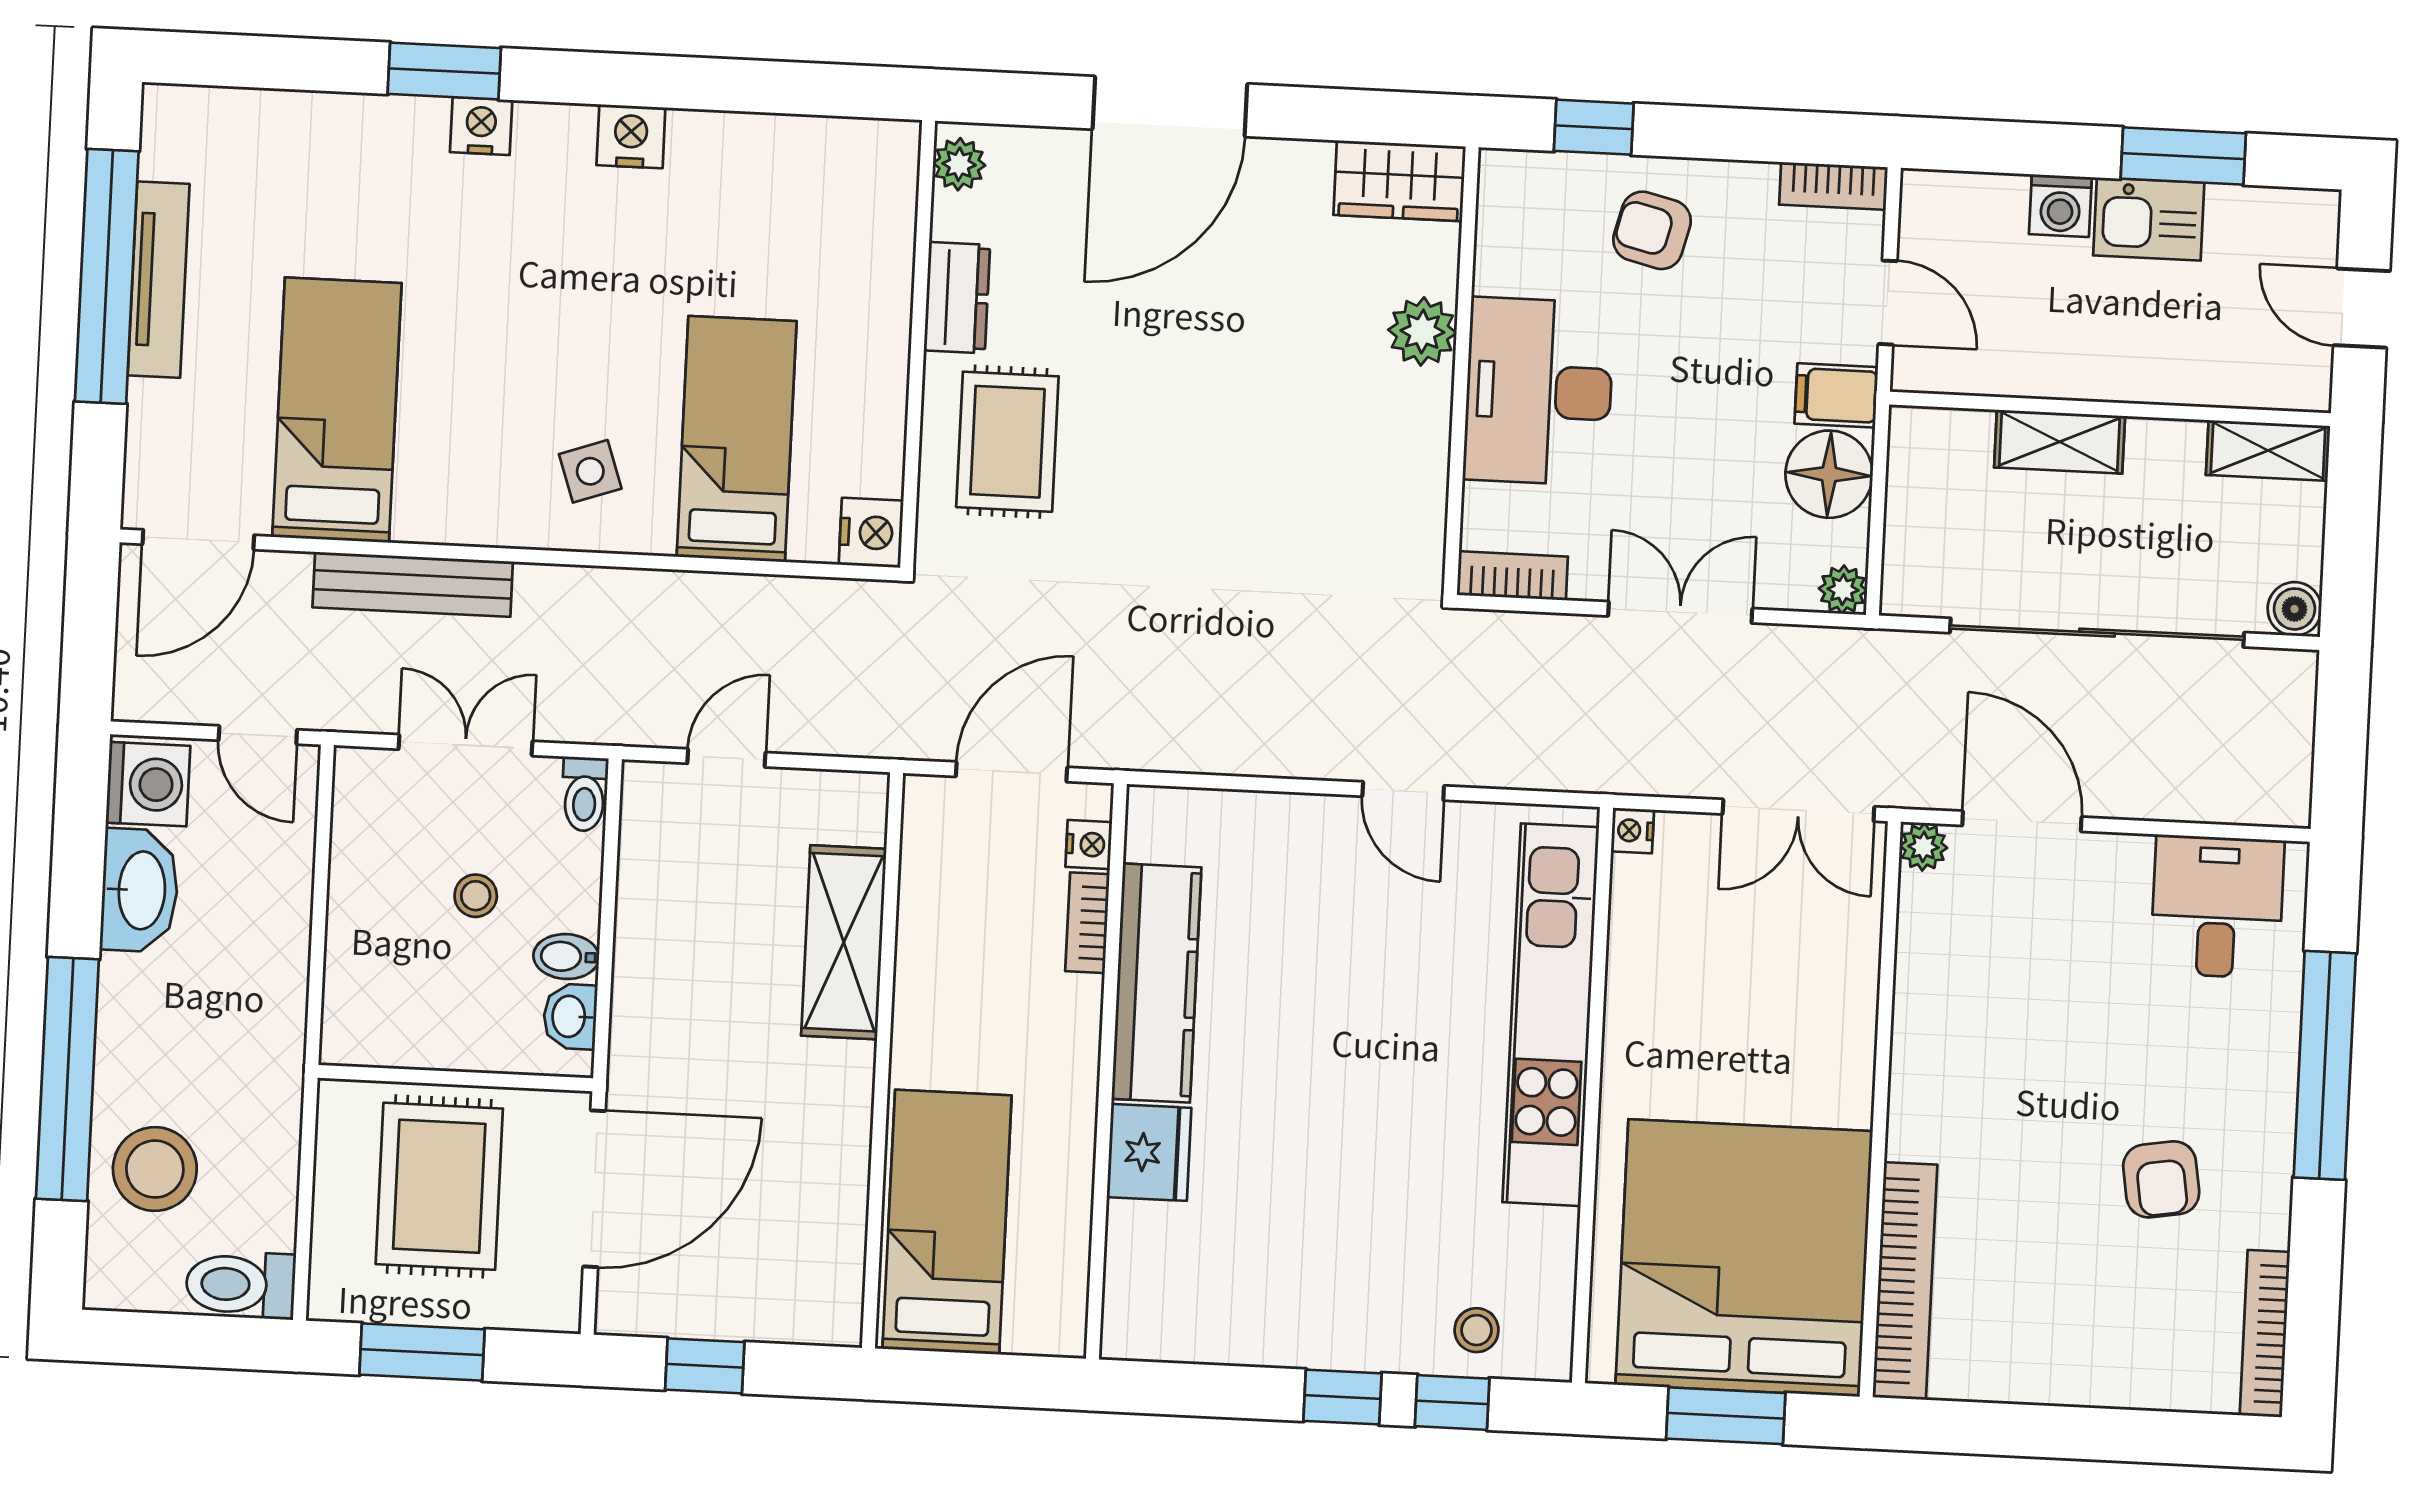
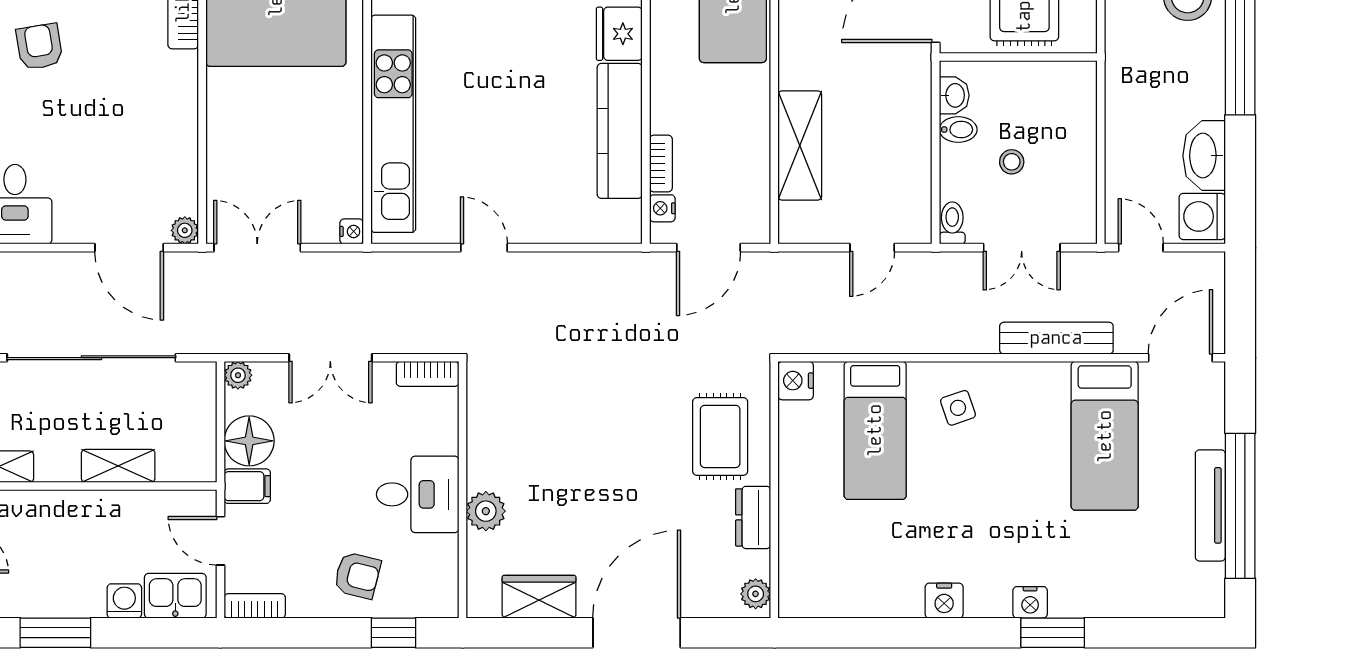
wardrobe: (1400, 181) -> (539, 597), moved
kitchen sink: (2149, 219) -> (175, 596), moved
desk: (1539, 391) -> (418, 494), width x0.73

